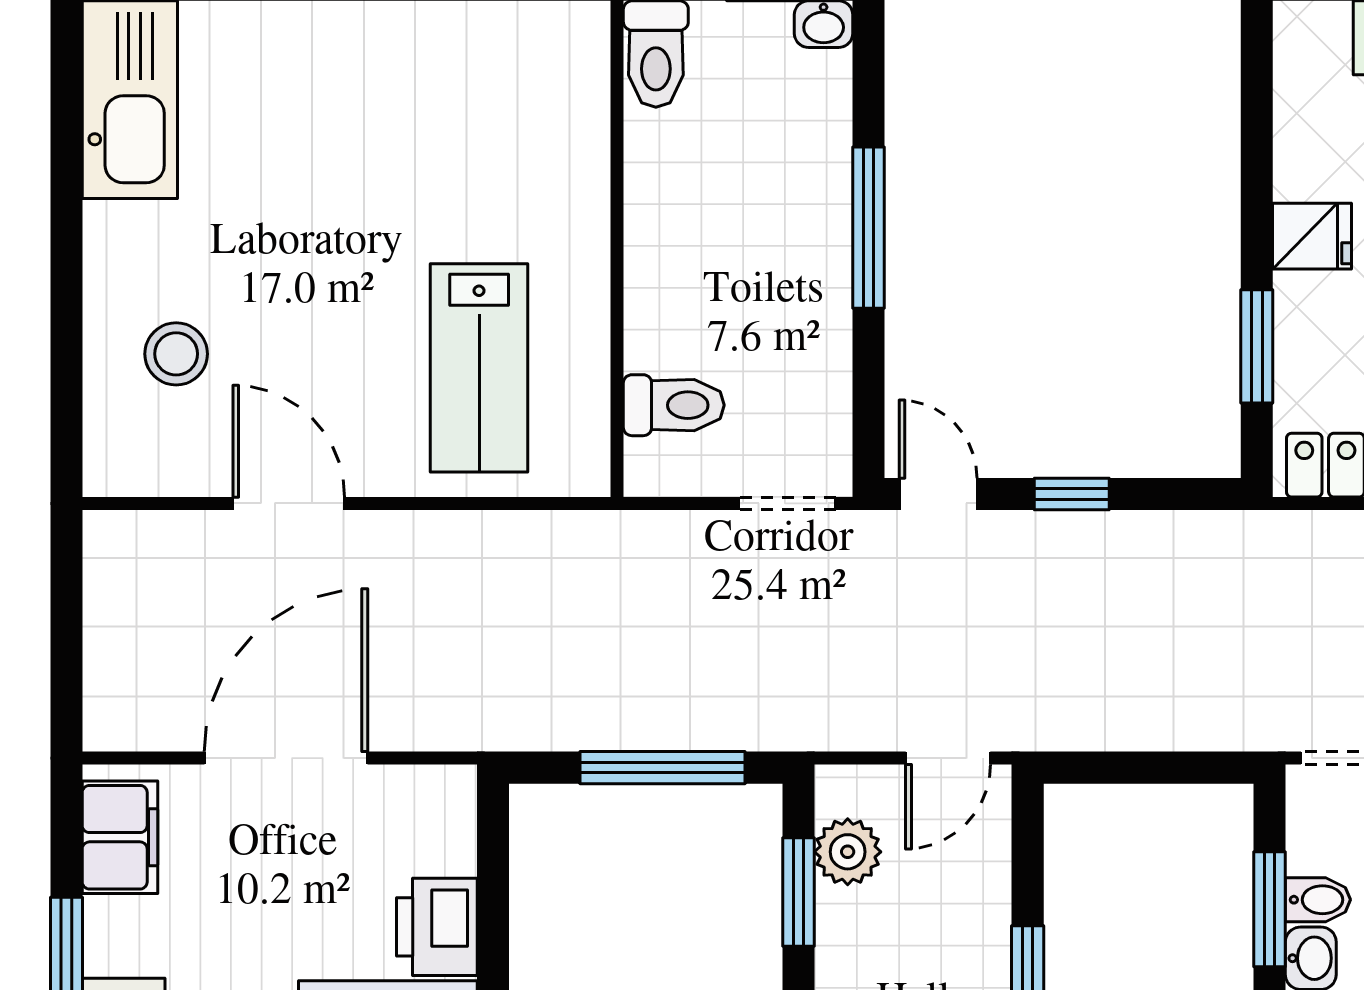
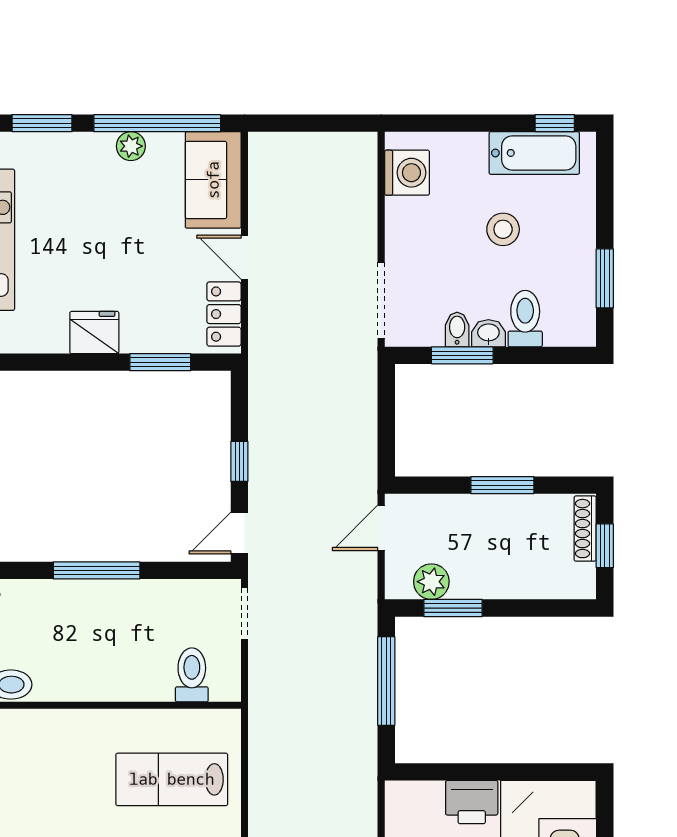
fridge: (1312, 236) -> (94, 333), width x1.38
lab bench: (479, 368) -> (172, 779), turned 180
door: (948, 758) -> (381, 528), swing flipped

